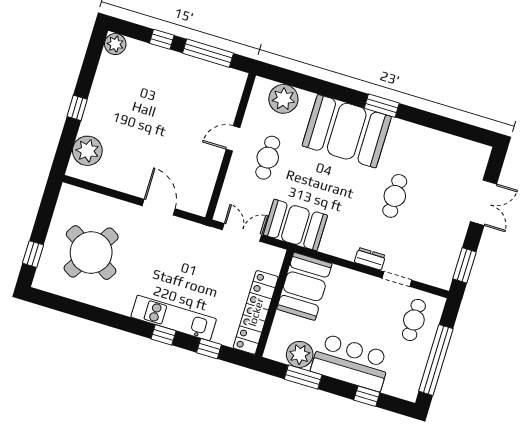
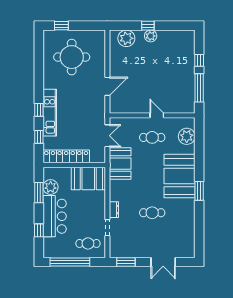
plant: (115, 44) -> (151, 36), moved
round table: (91, 253) -> (72, 57), turned -32

